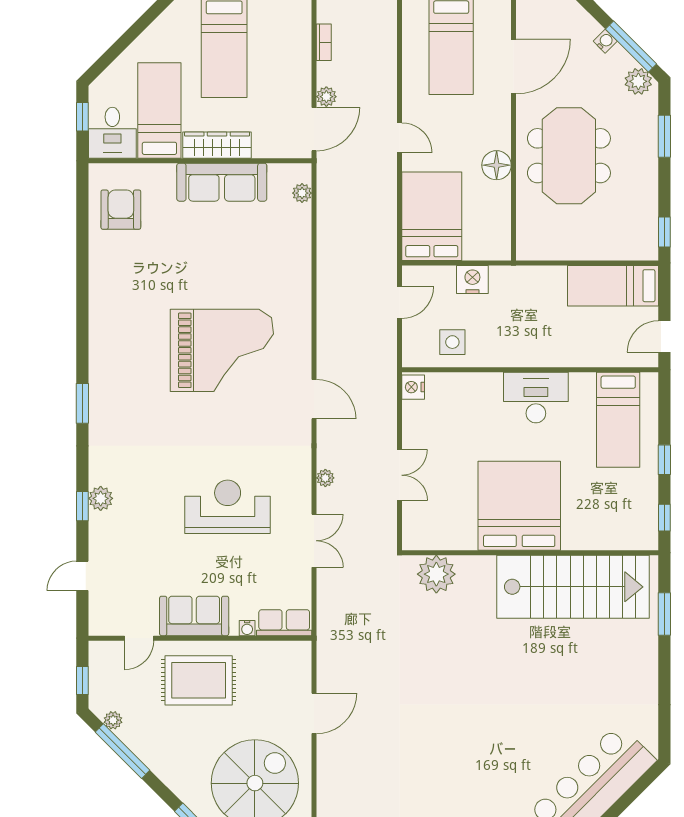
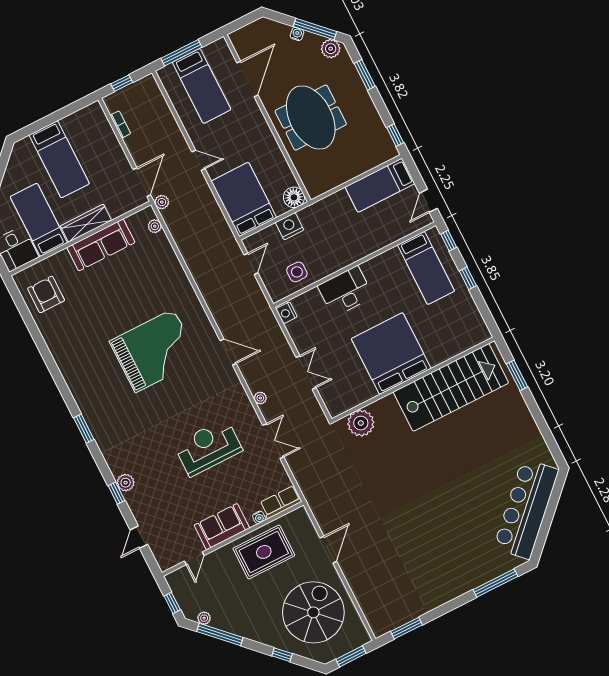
plant: (326, 97) -> (162, 202), moved
floor lamp: (497, 165) -> (294, 197), moved
desk: (536, 398) -> (345, 291), moved
window: (664, 518) -> (449, 241), moved
rug: (199, 680) -> (264, 552), moved

